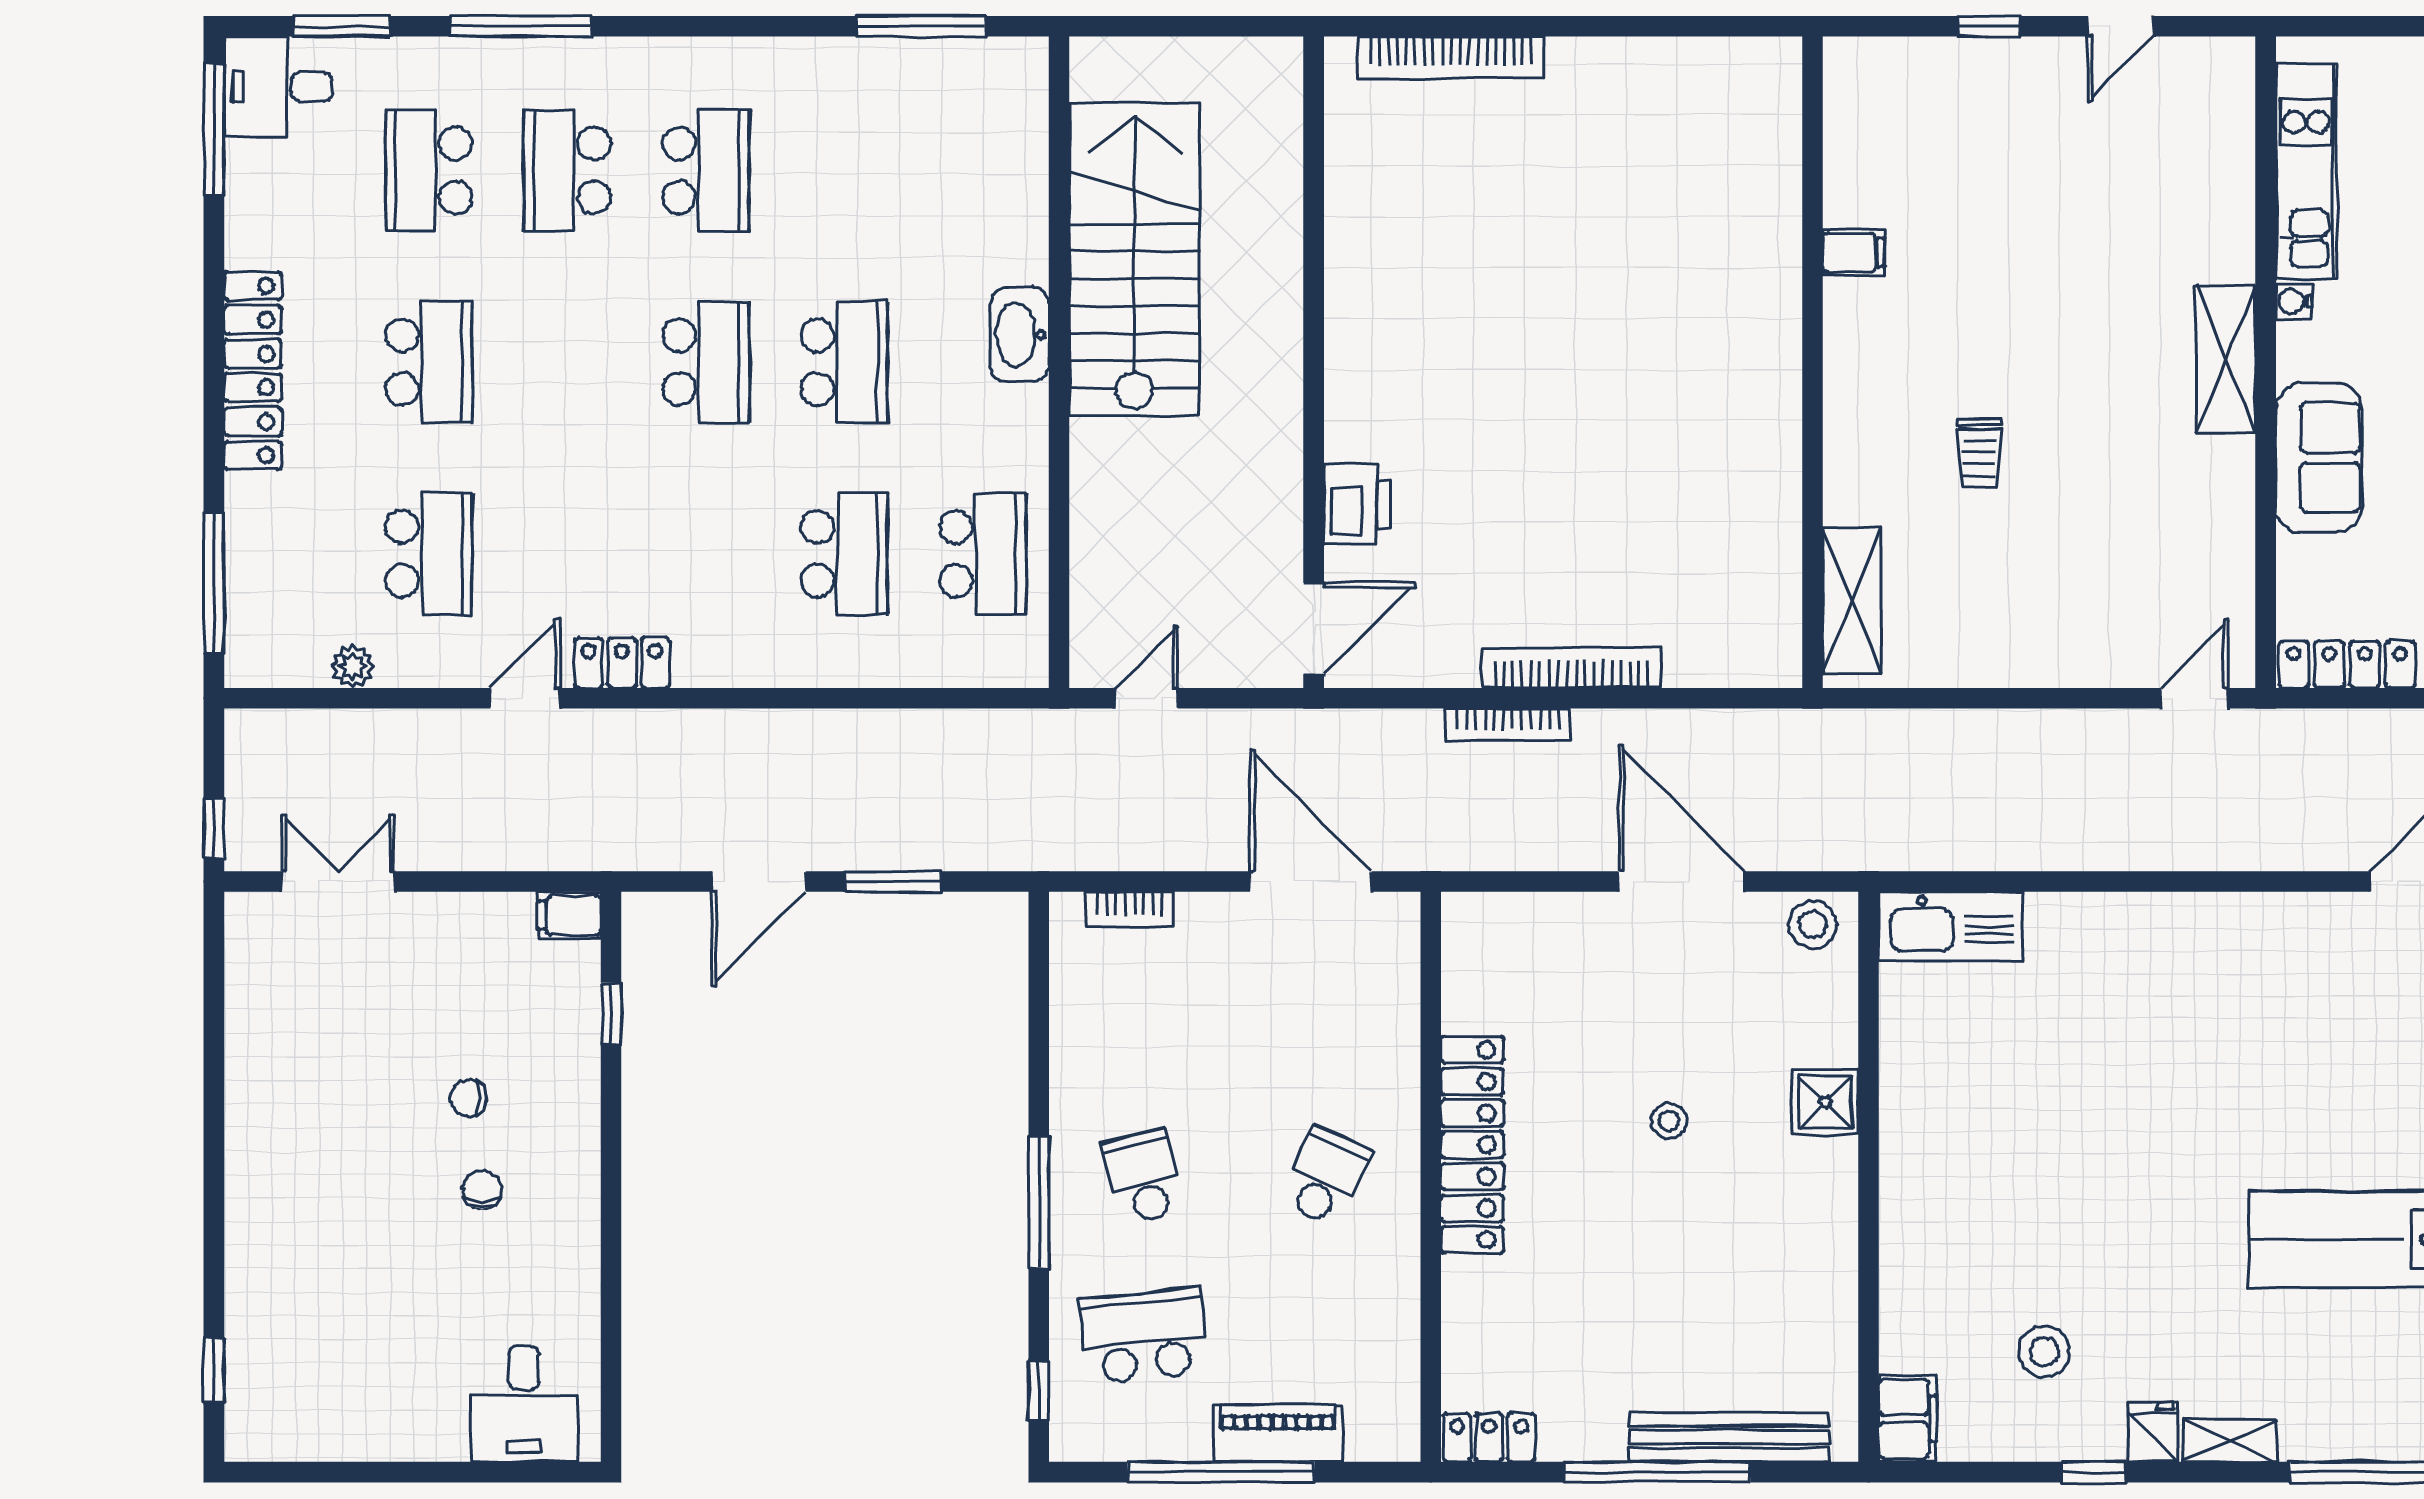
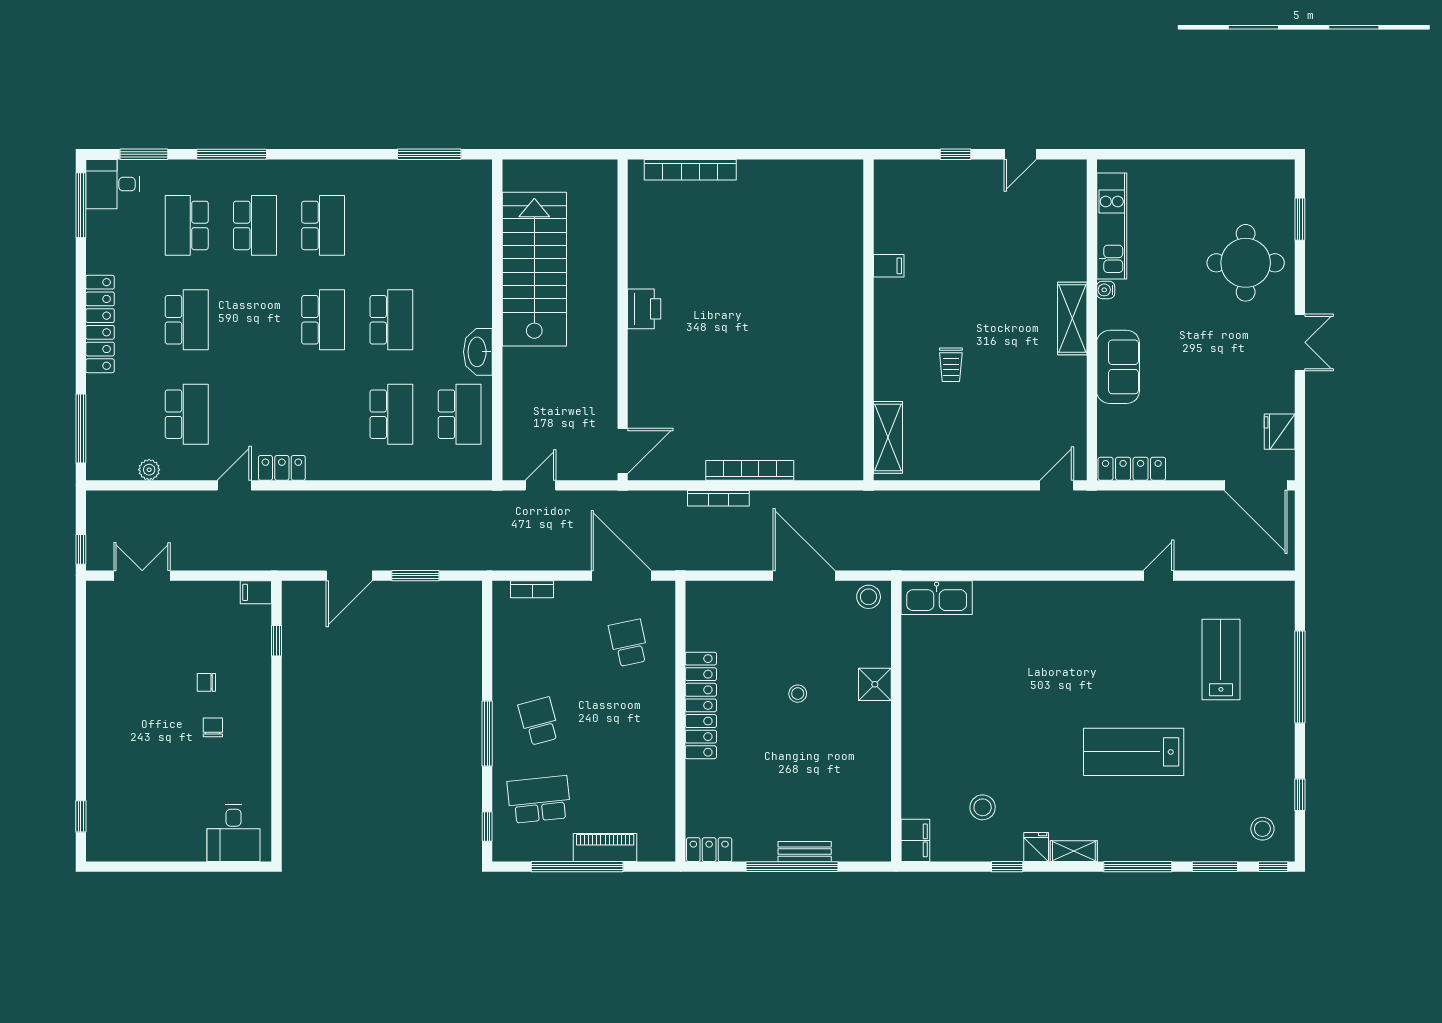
school desk: (567, 171) -> (255, 225), turned 180
washbasin: (1020, 335) -> (478, 352), moved
printer: (1357, 504) -> (644, 309), moved
school desk: (1326, 1177) -> (629, 643), moved, turned -36
bench: (1729, 1437) -> (805, 852), width x0.54, depth x0.82

